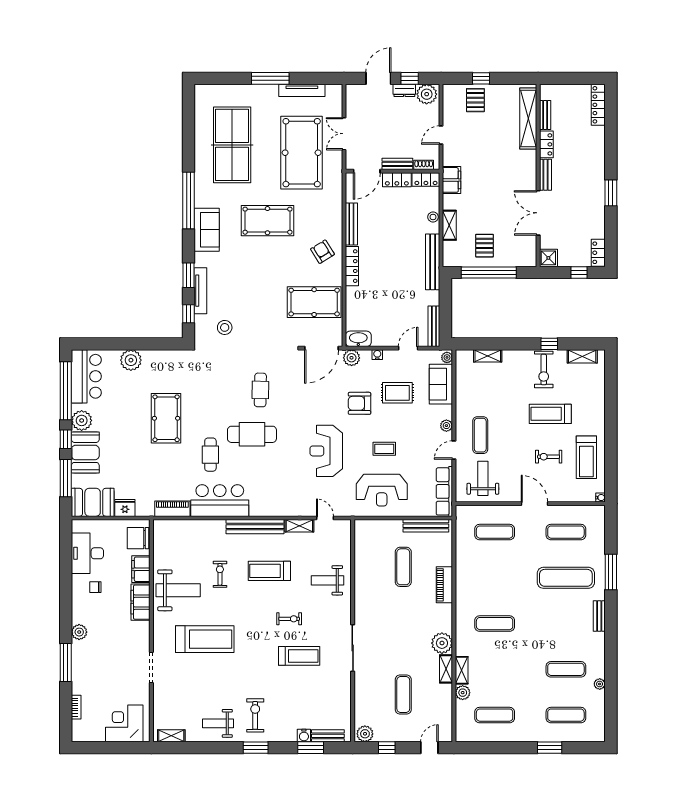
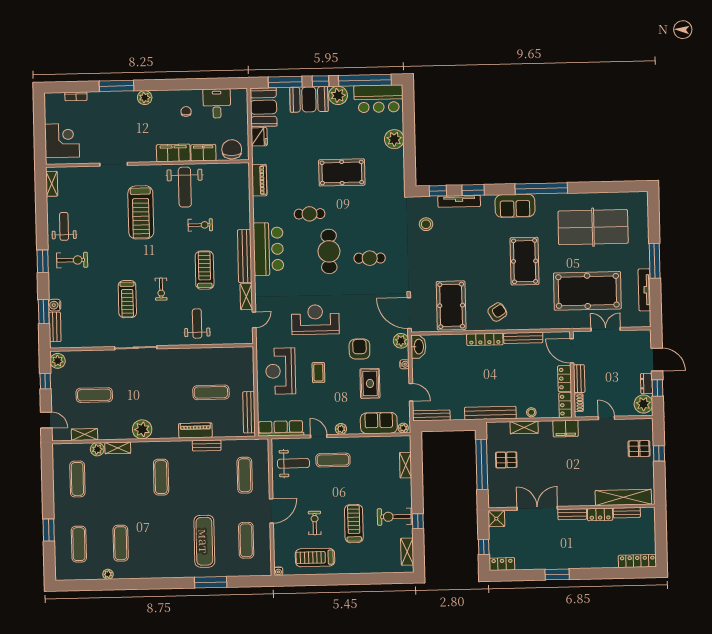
bar counter: (220, 501) -> (268, 249), moved
desk: (87, 553) -> (217, 103), width x0.73
bench: (599, 616) -> (207, 446), moved
shelving: (446, 669) -> (84, 434), moved

